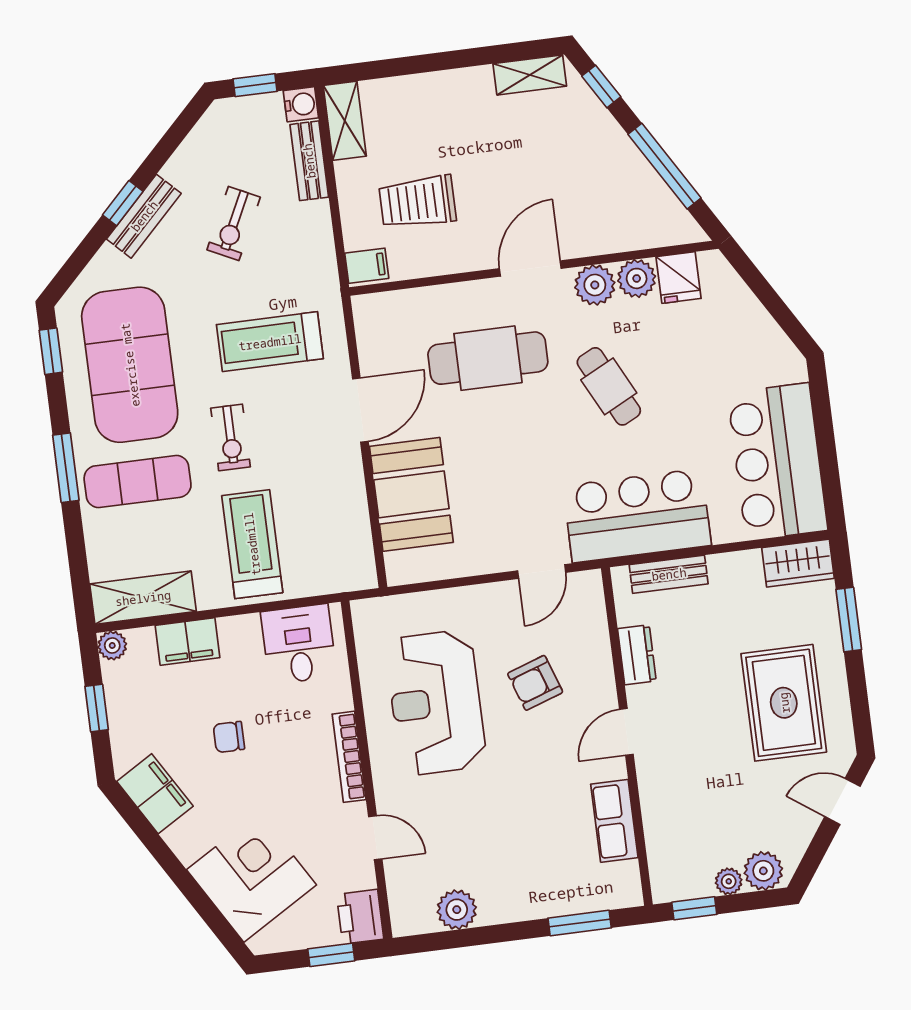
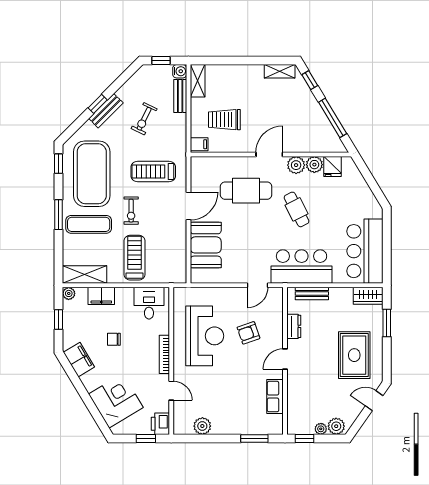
reception desk: (436, 703) -> (205, 336), turned 180

